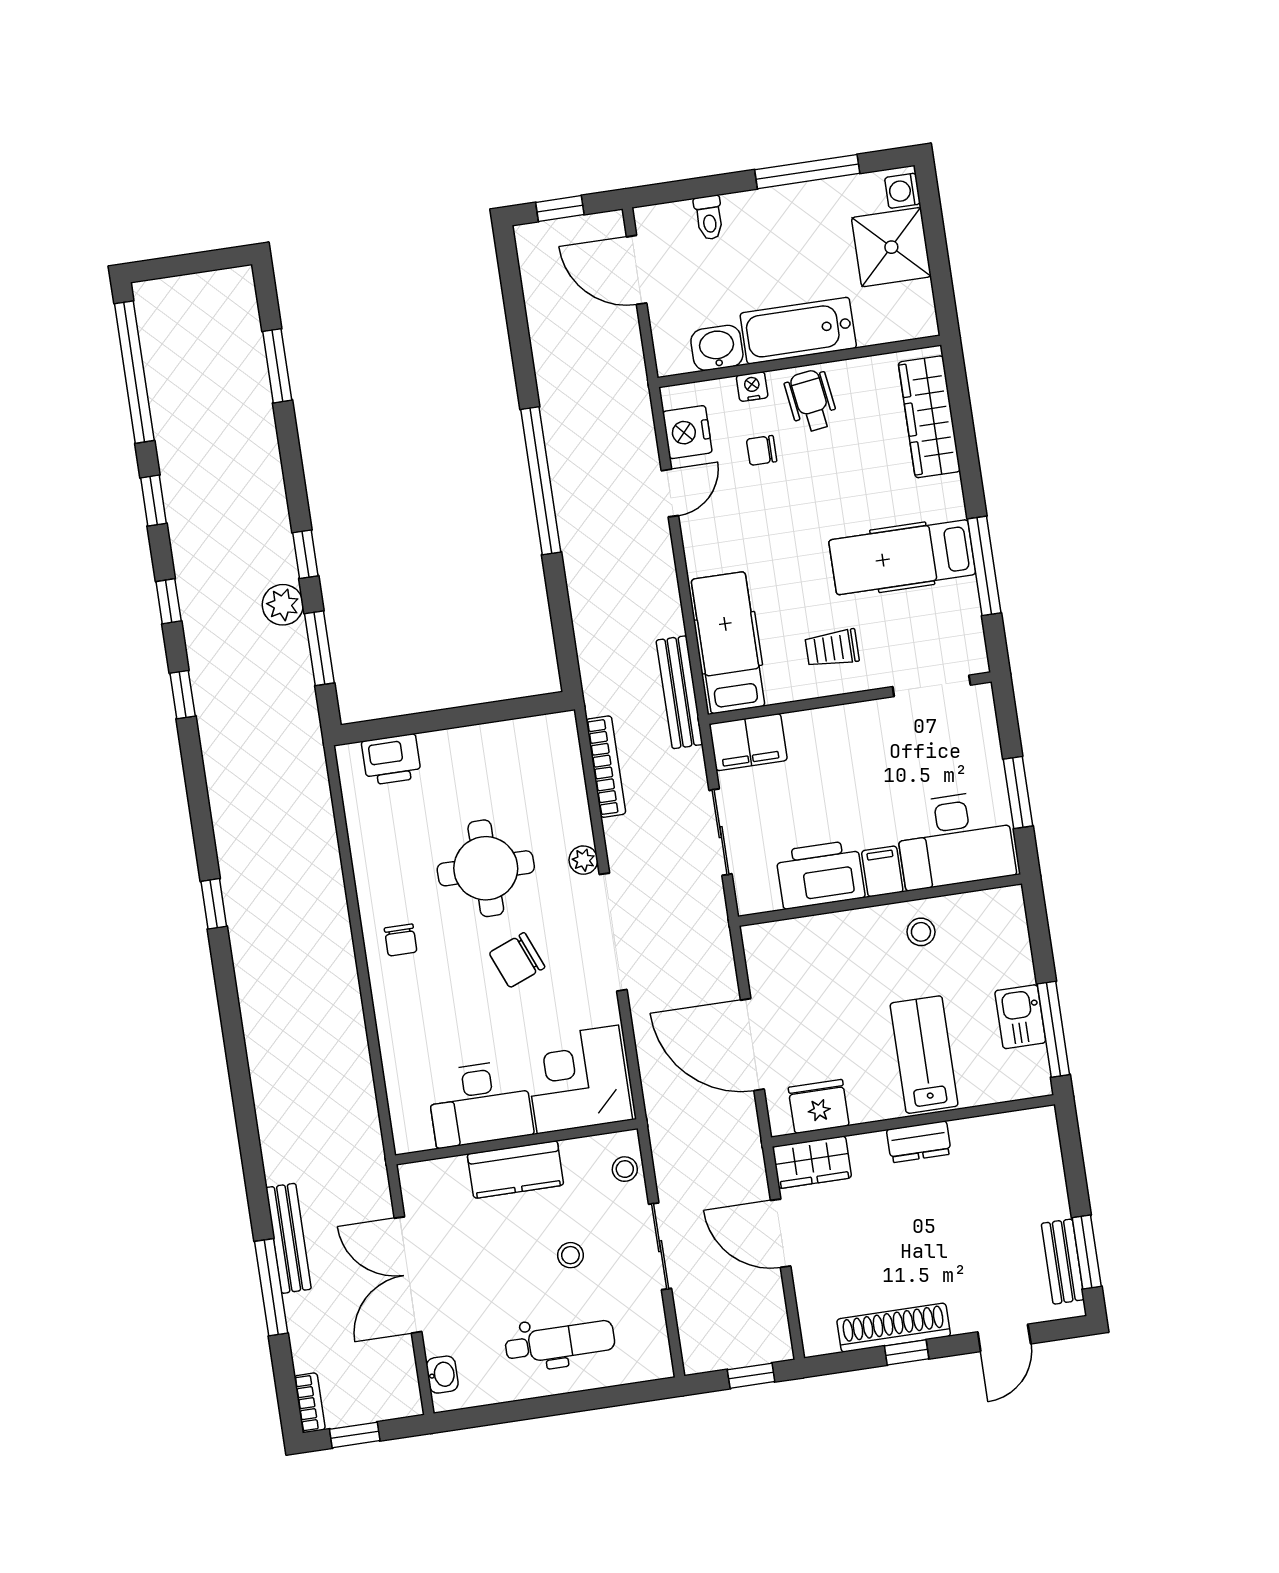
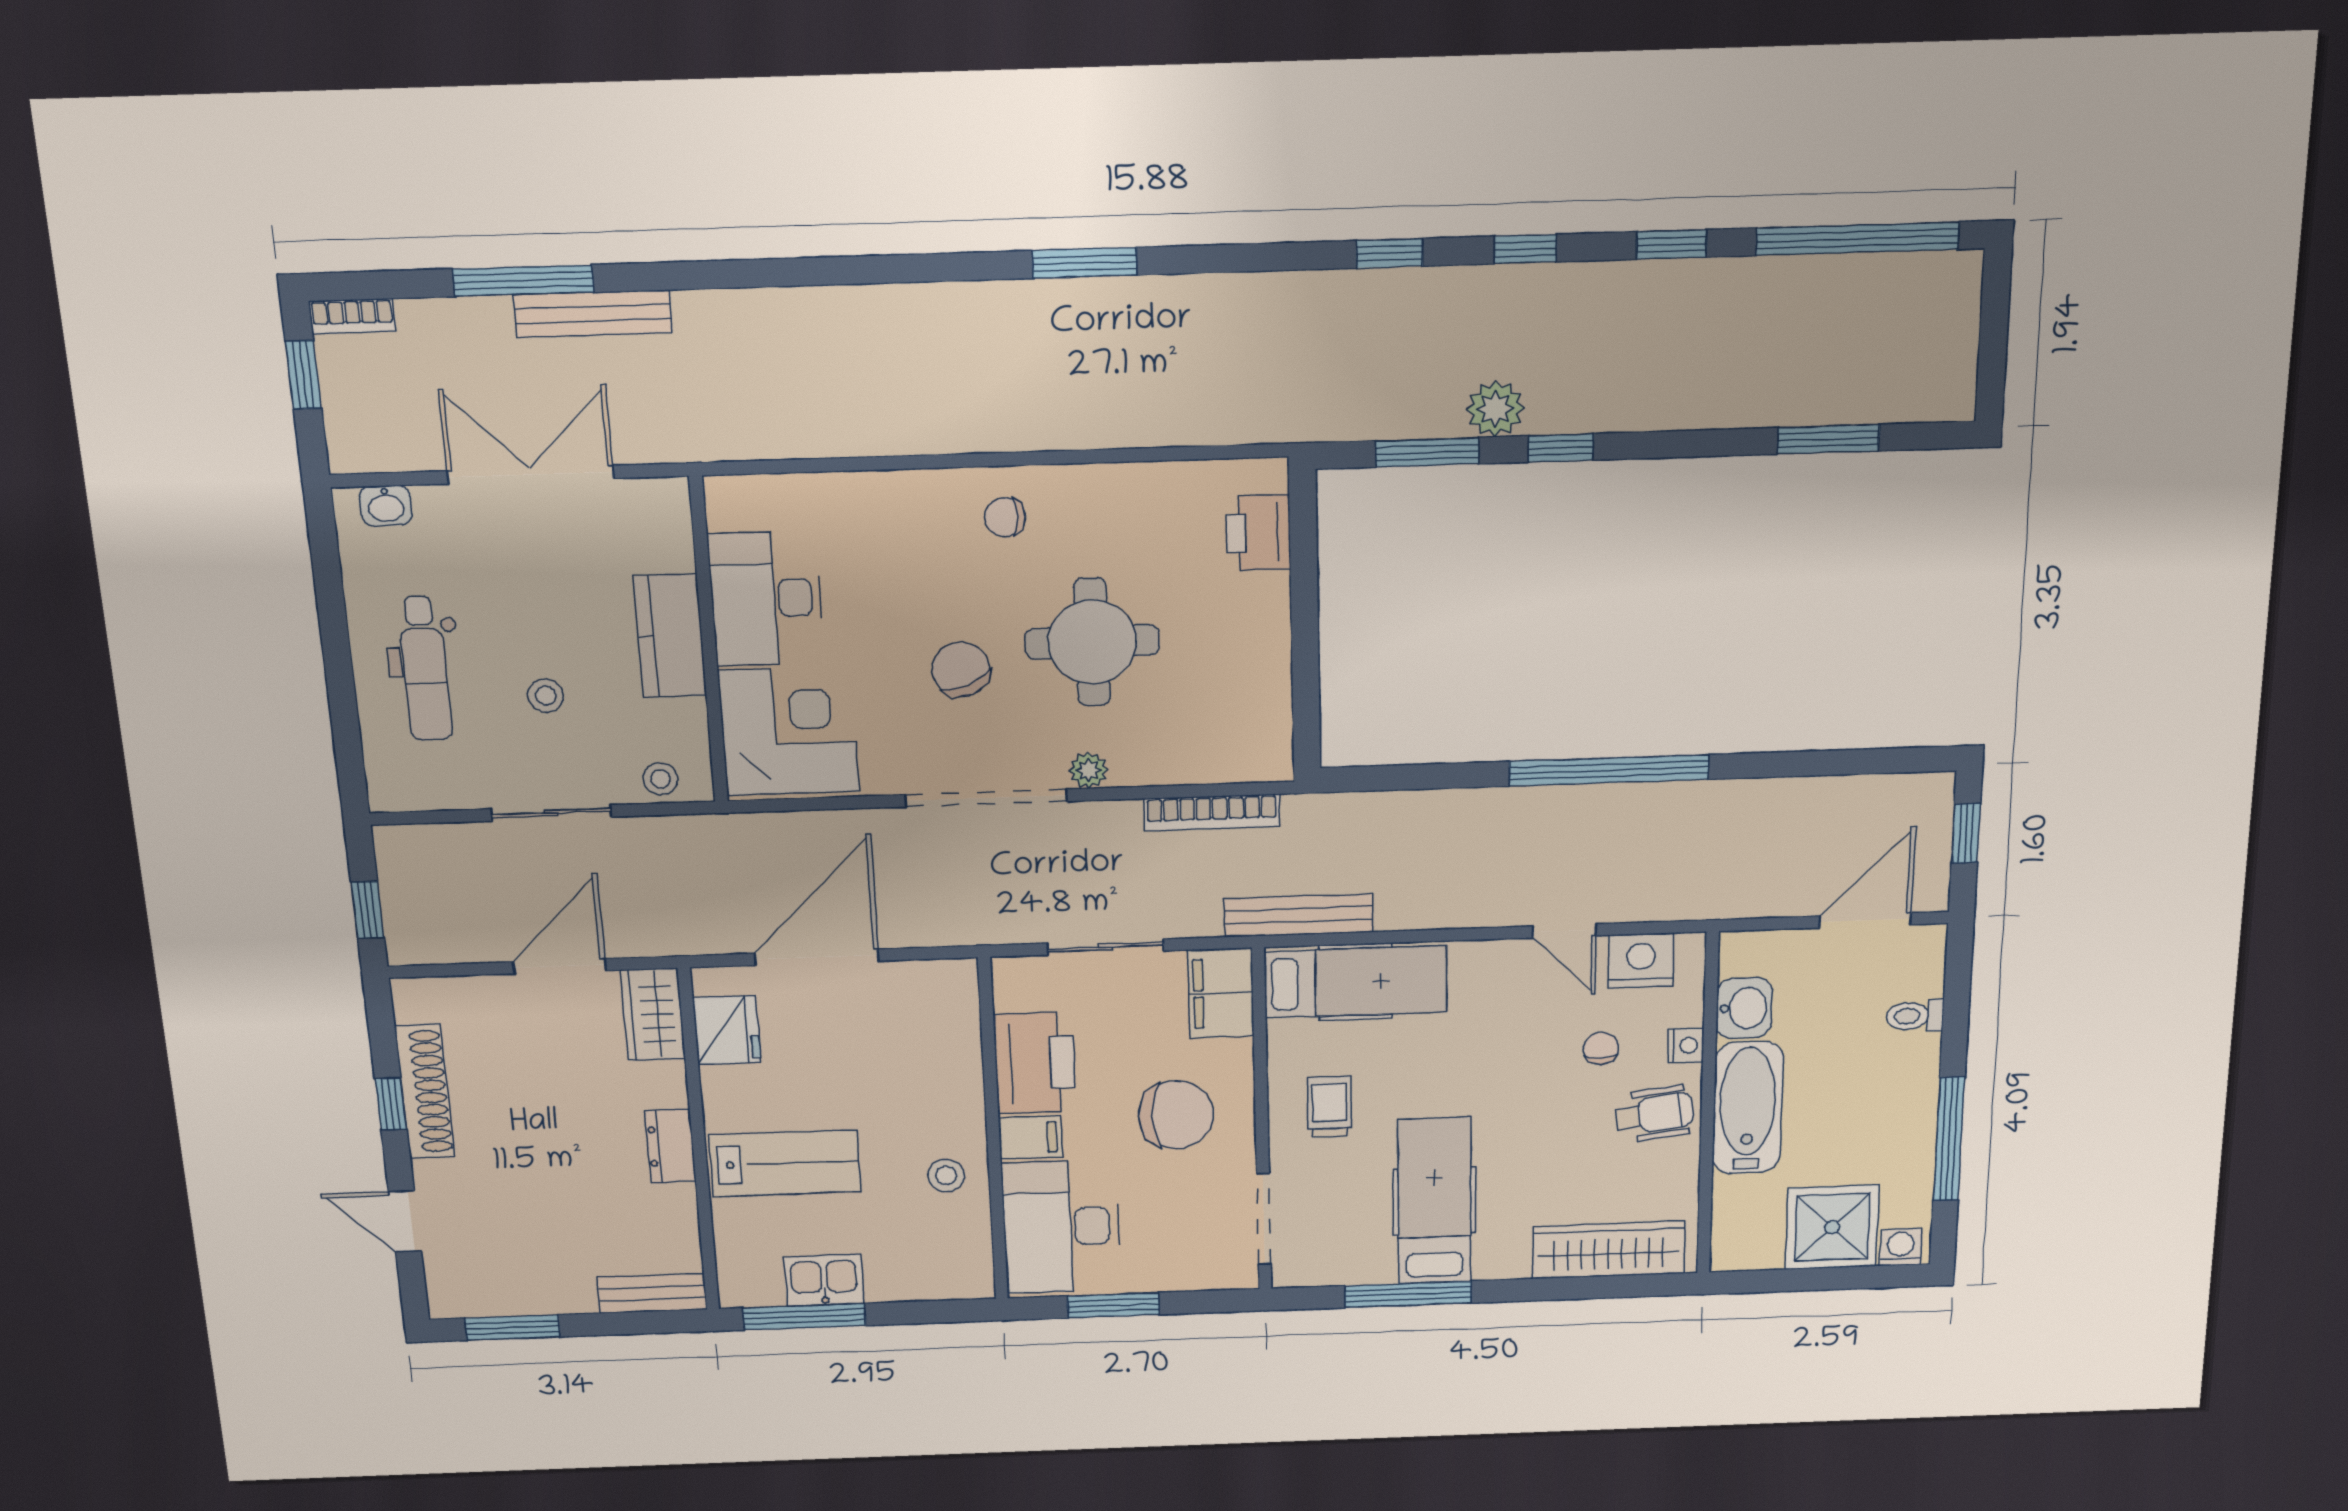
chair: (851, 764) -> (1176, 1115), added
window: (214, 904) -> (1085, 263), width x1.50
bench: (1063, 1262) -> (652, 1293), moved

